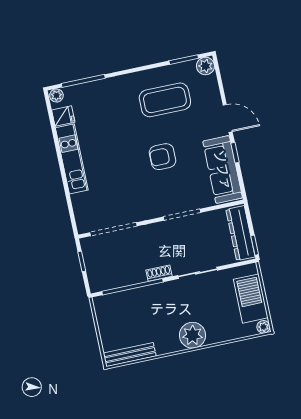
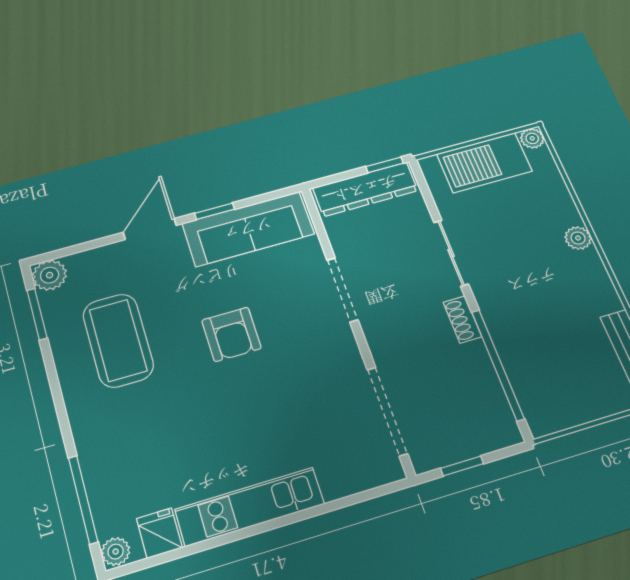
plant: (192, 335) -> (578, 238), width x0.53, depth x0.53

